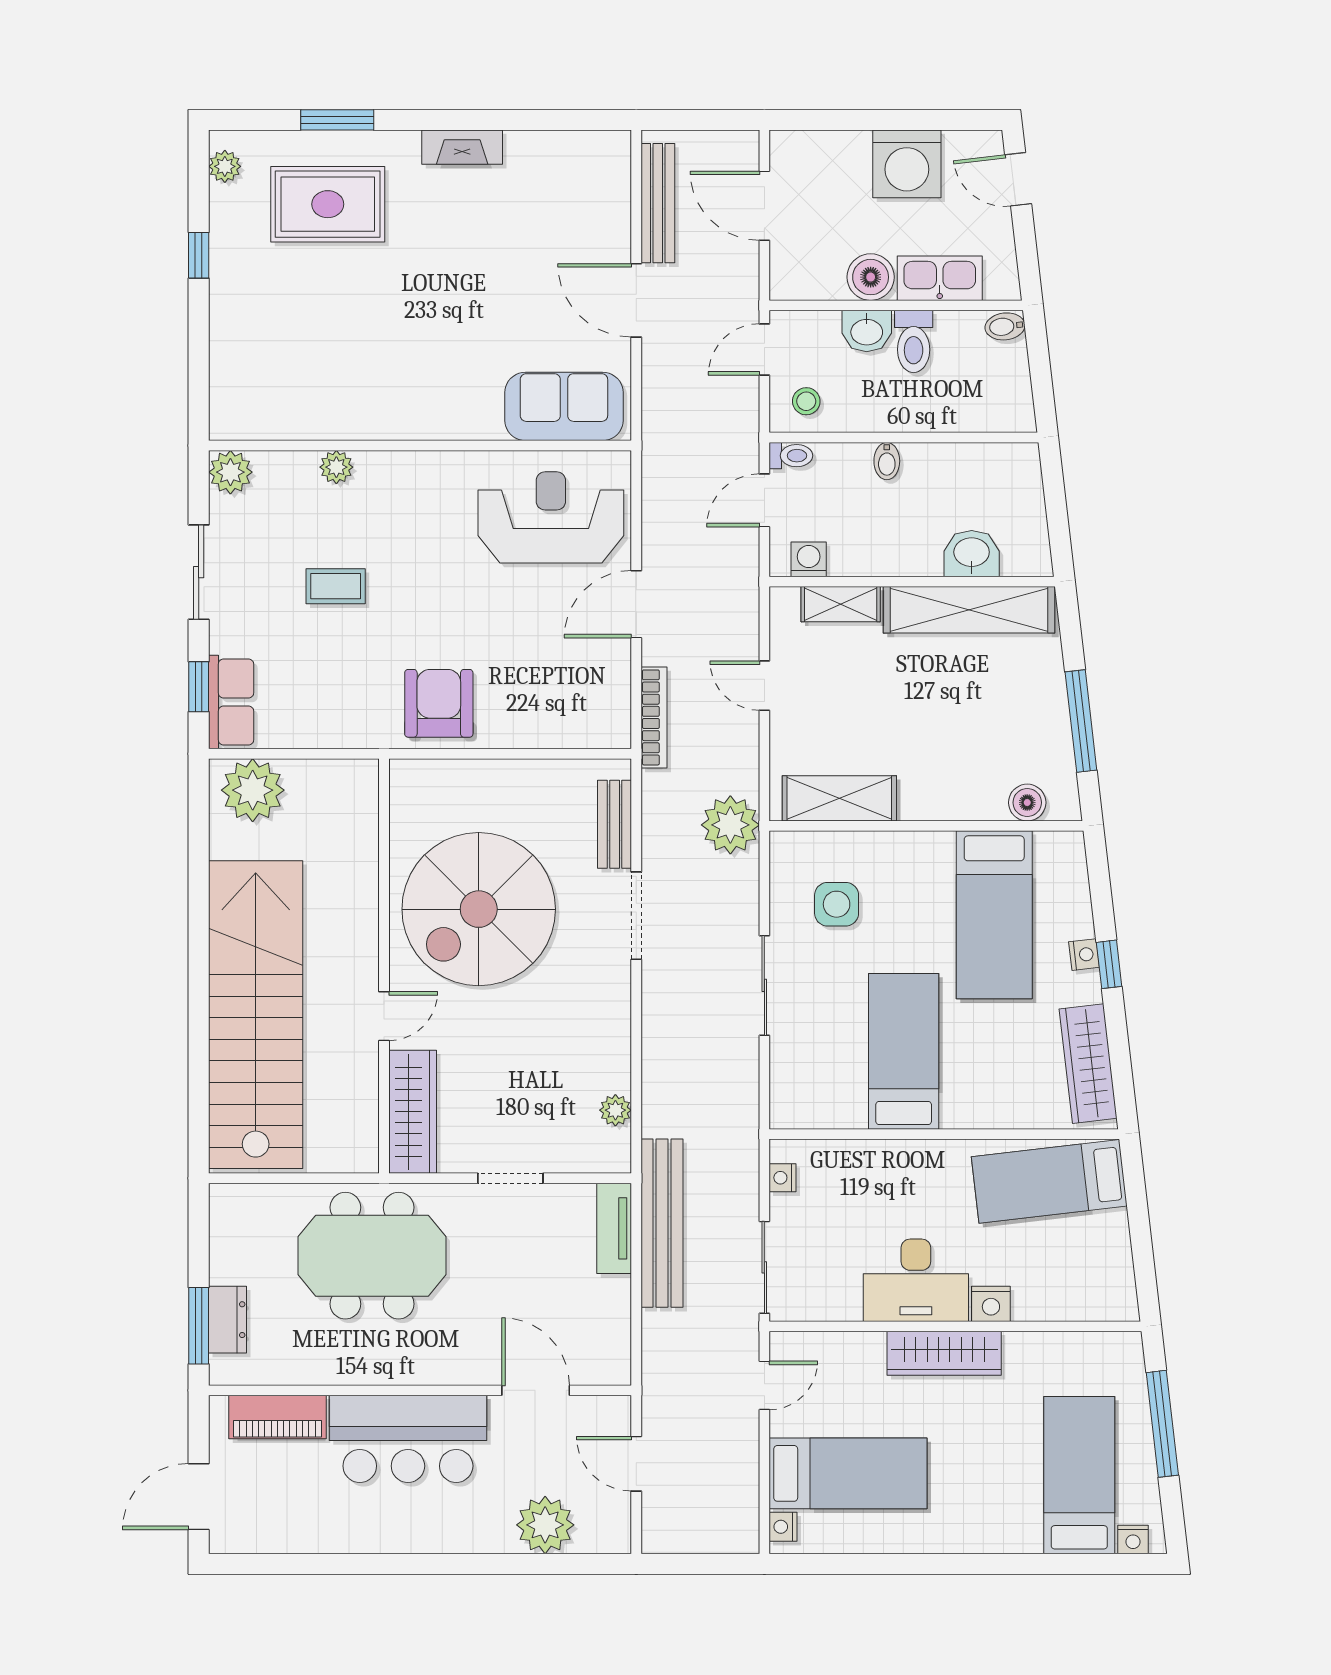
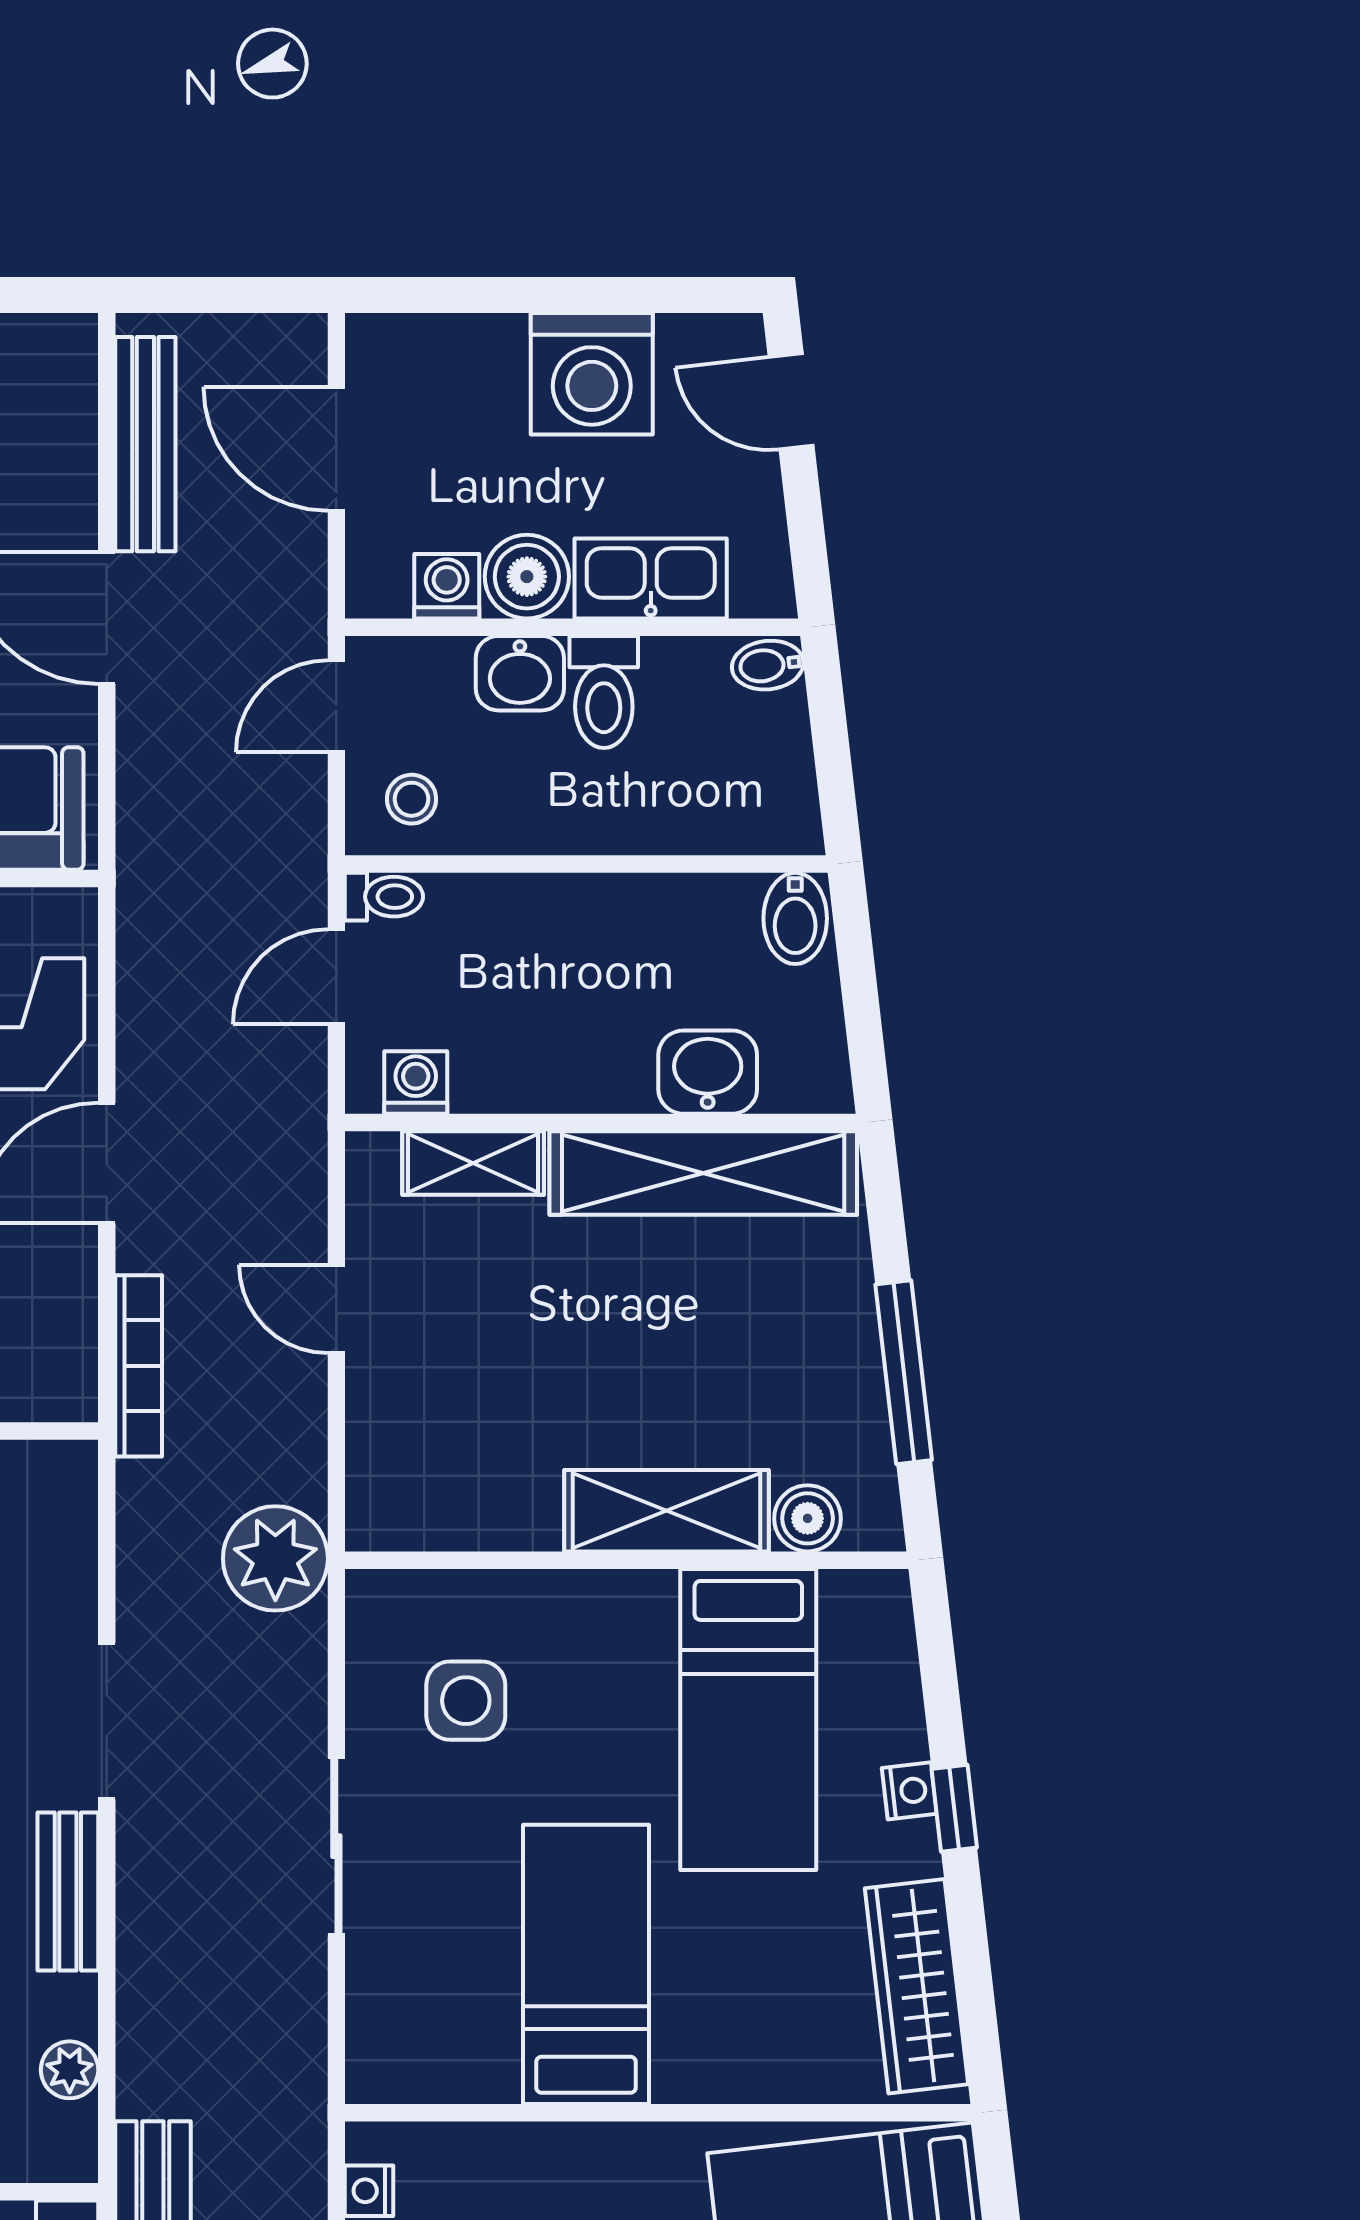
washing machine: (826, 282) -> (447, 586), added
bidet: (887, 461) -> (795, 918), moved, width x1.38, depth x1.36
shelving: (839, 798) -> (667, 1511), moved
bench: (615, 824) -> (68, 1892), moved

